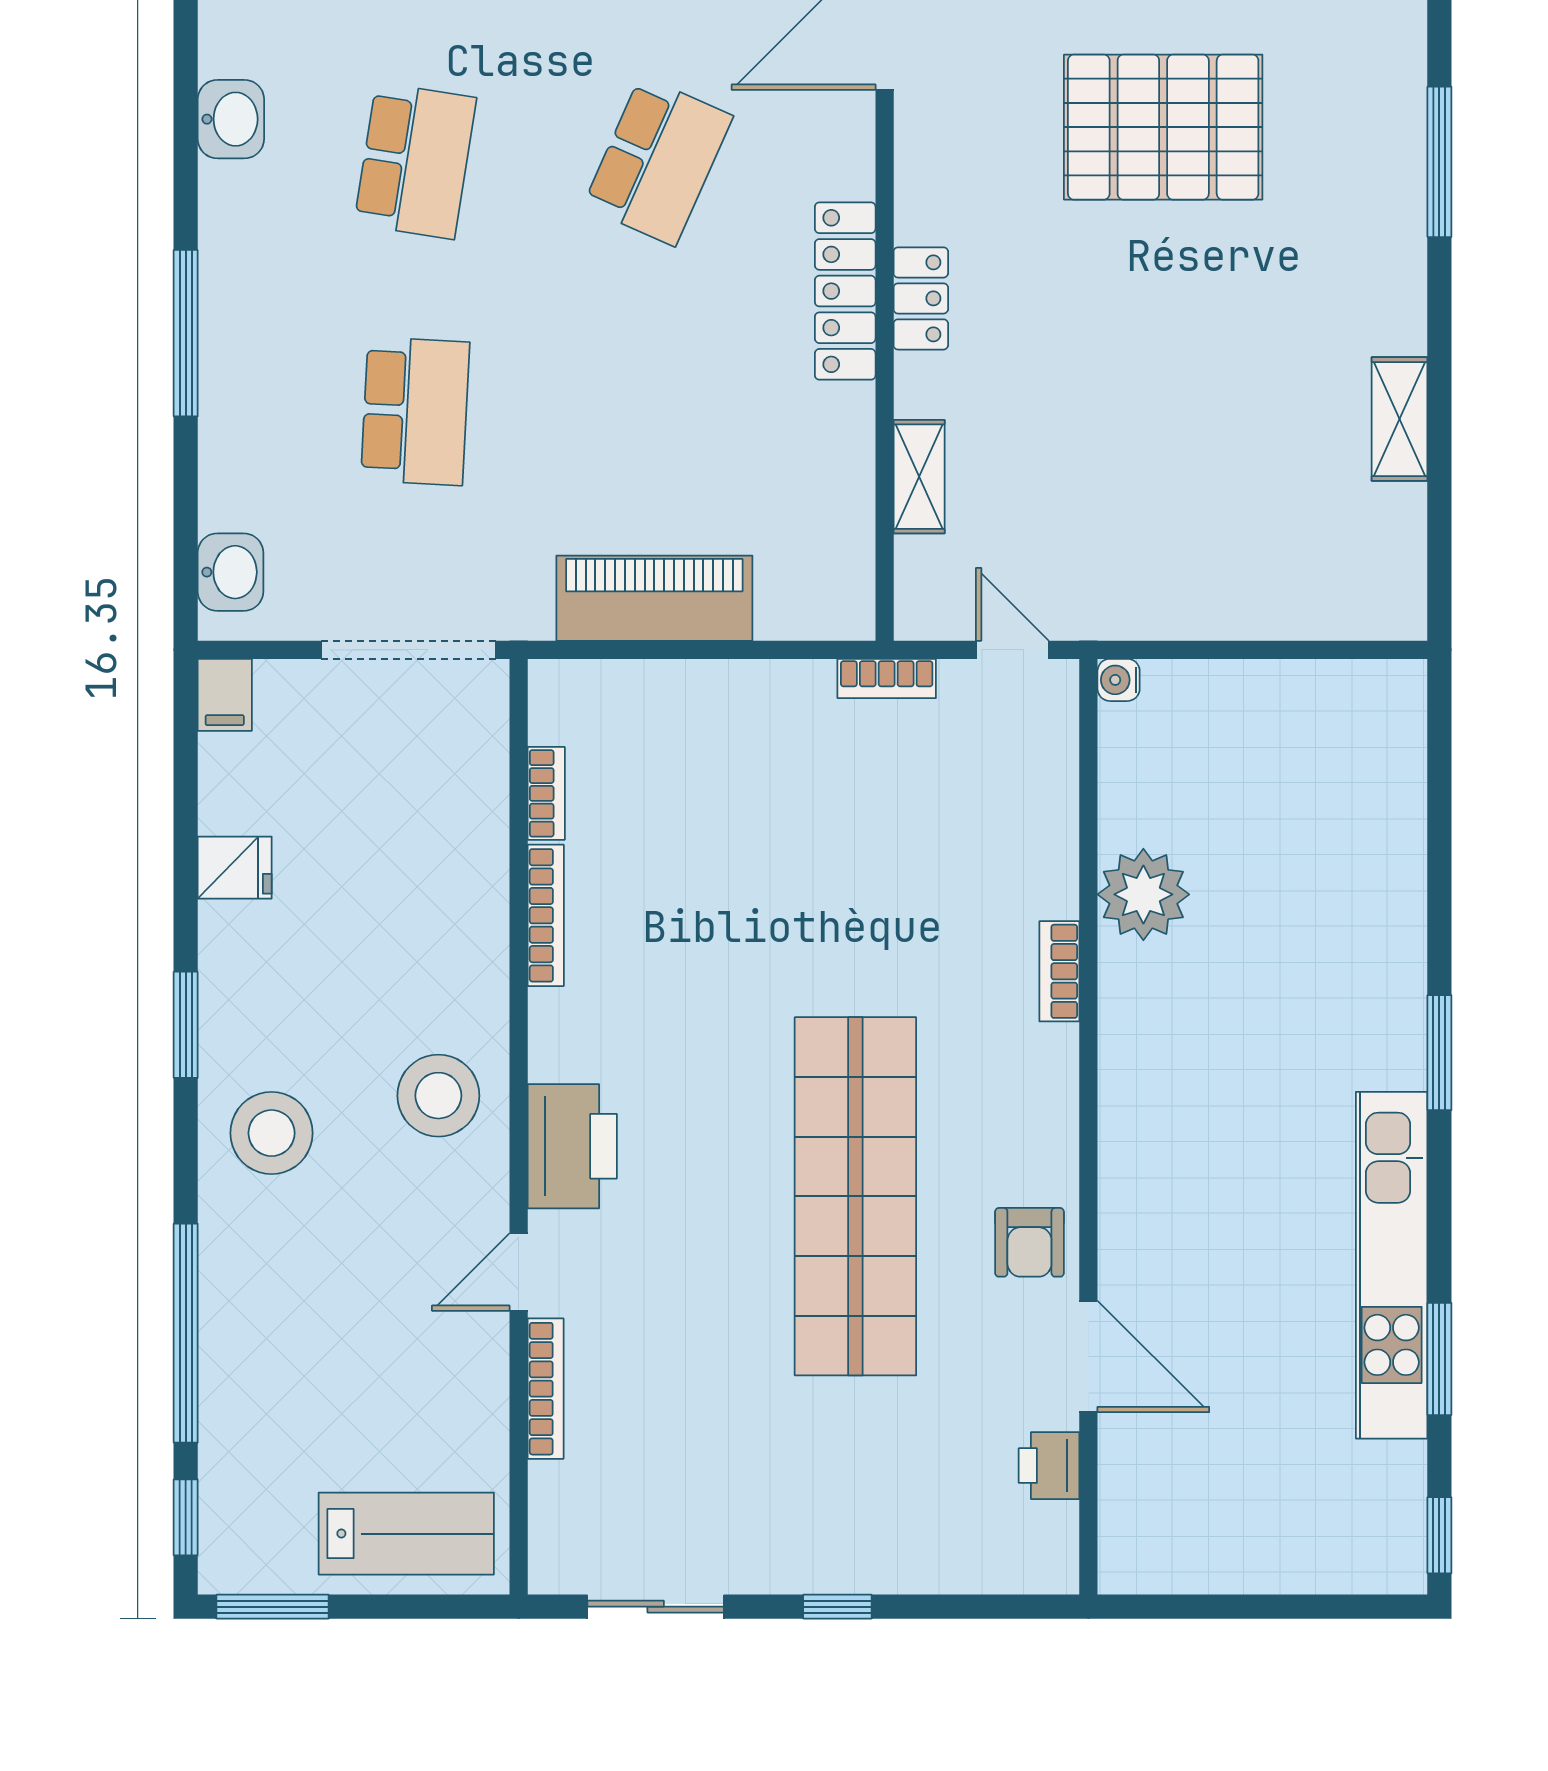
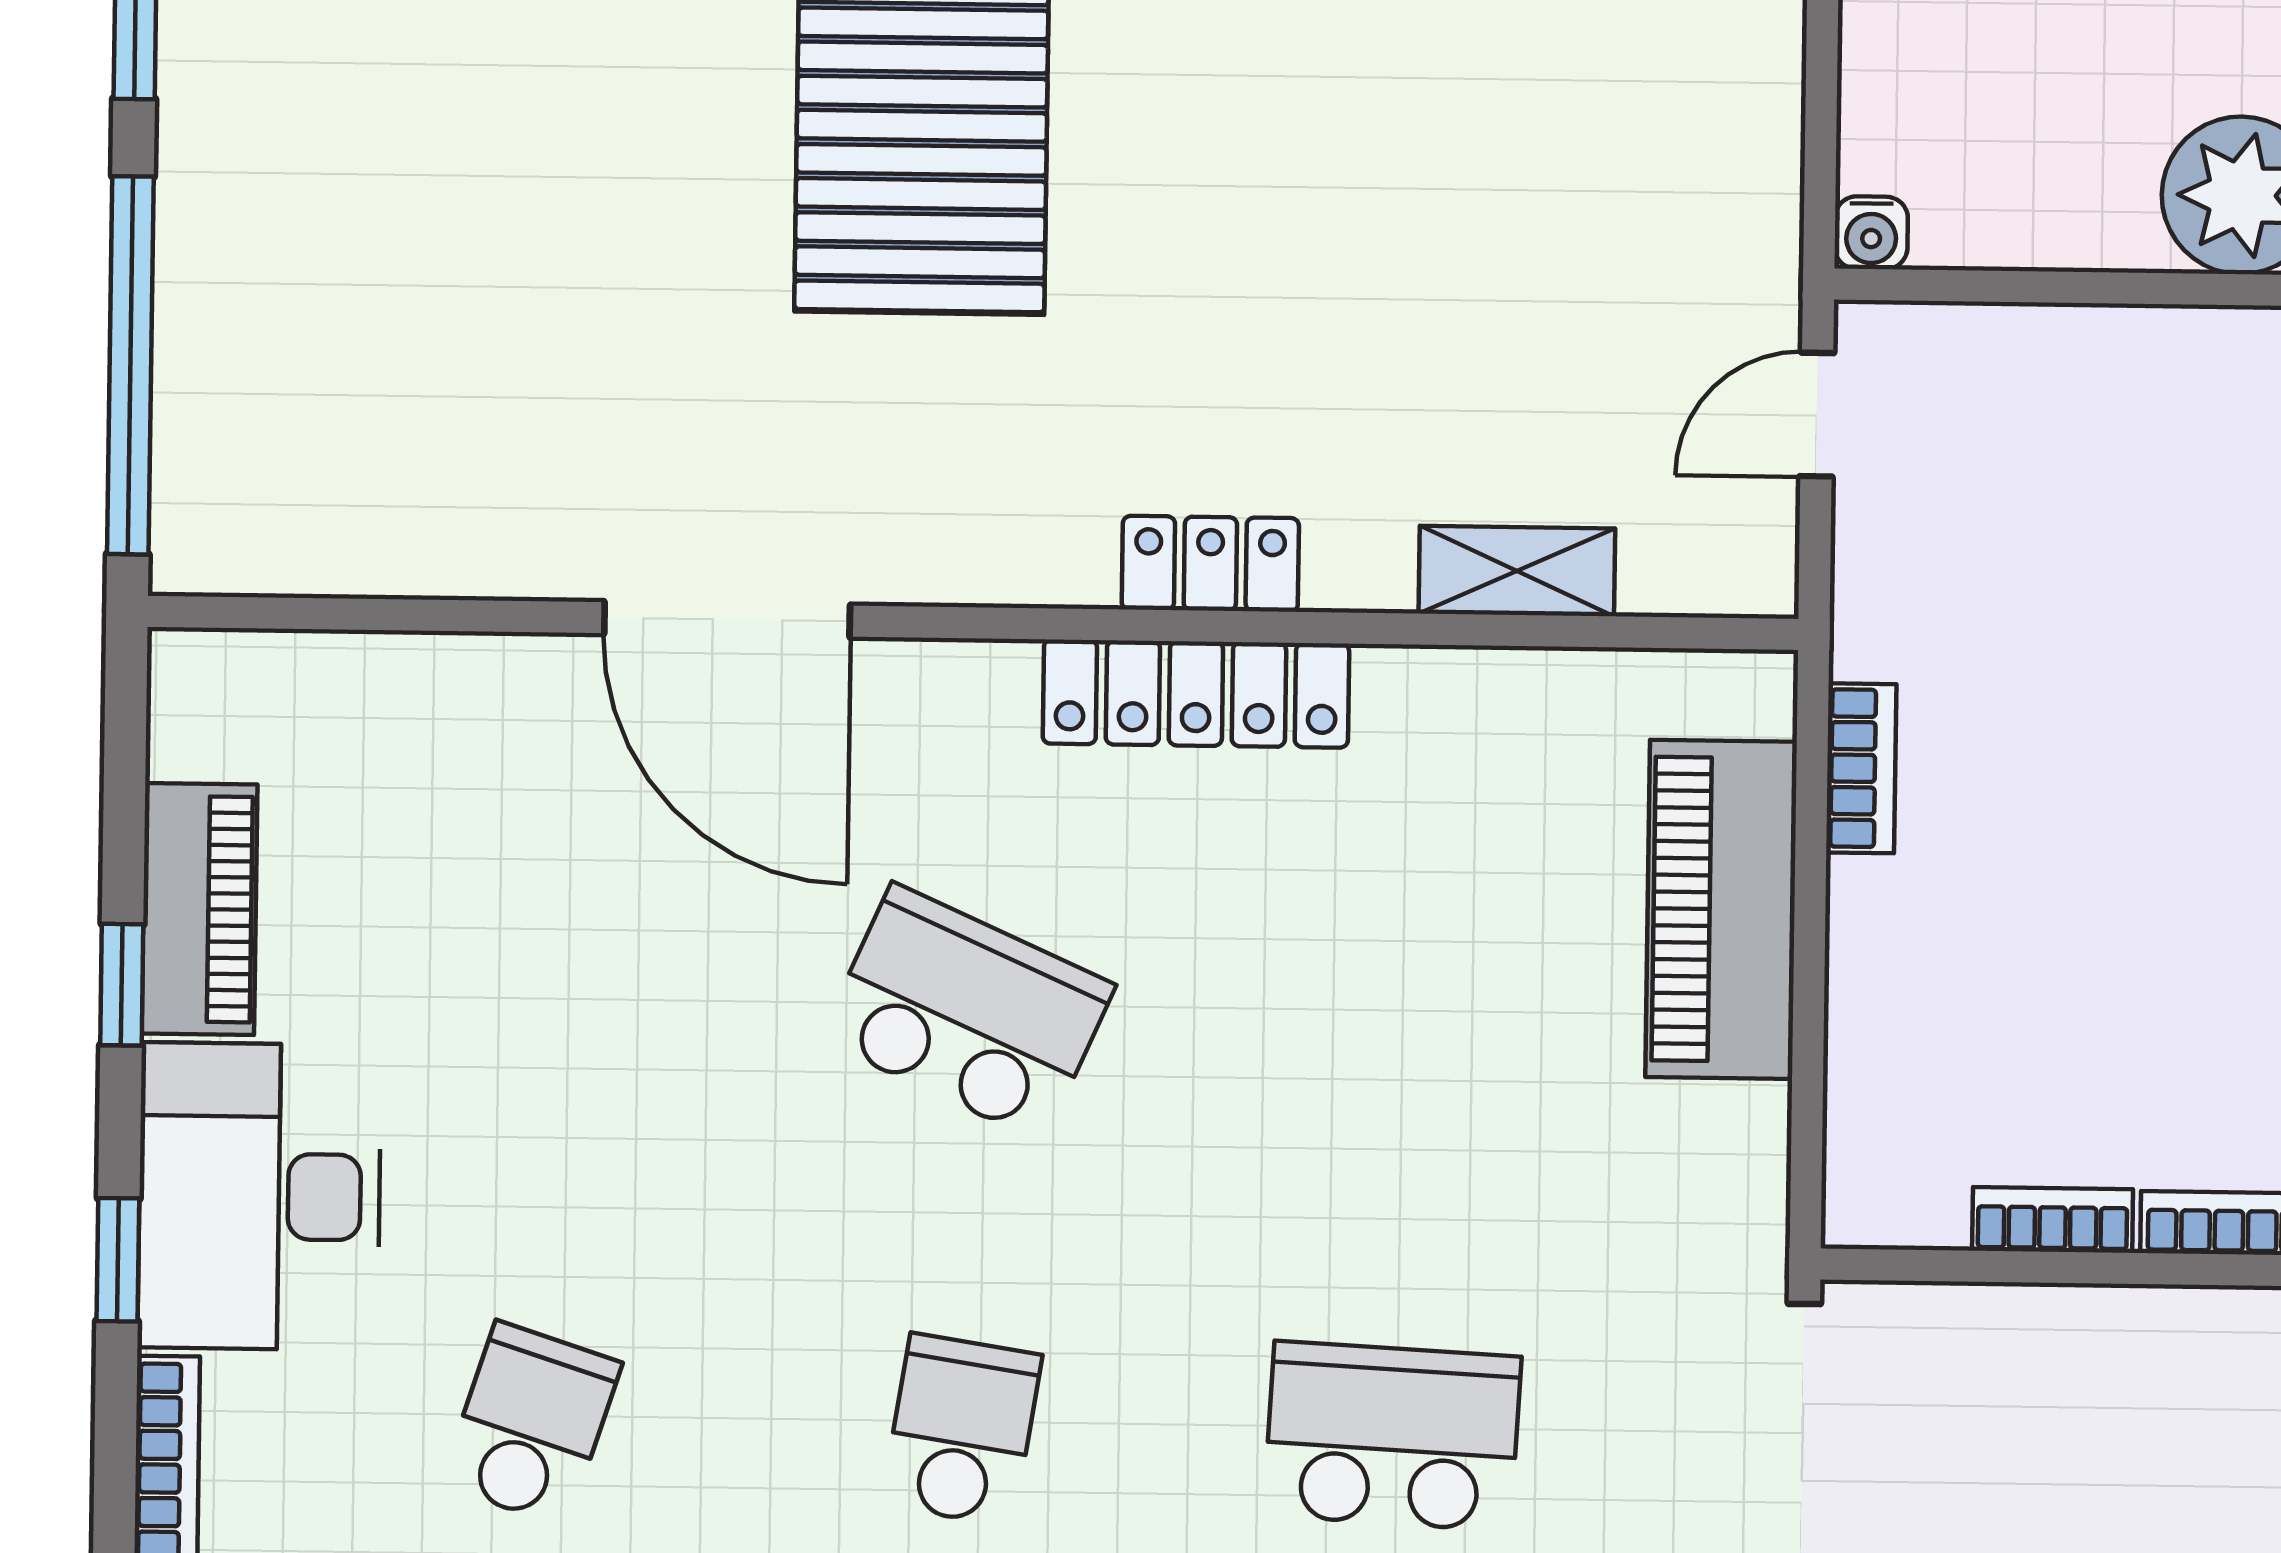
school desk: (415, 161) -> (962, 1430), width x0.54
piano: (654, 598) -> (1721, 909), moved
bookcase: (887, 678) -> (1861, 768), moved

